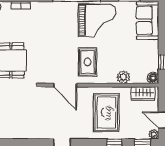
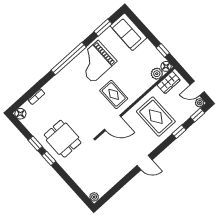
grand piano: (97, 20) -> (95, 62), turned 180
plant: (123, 77) -> (157, 74), moved

